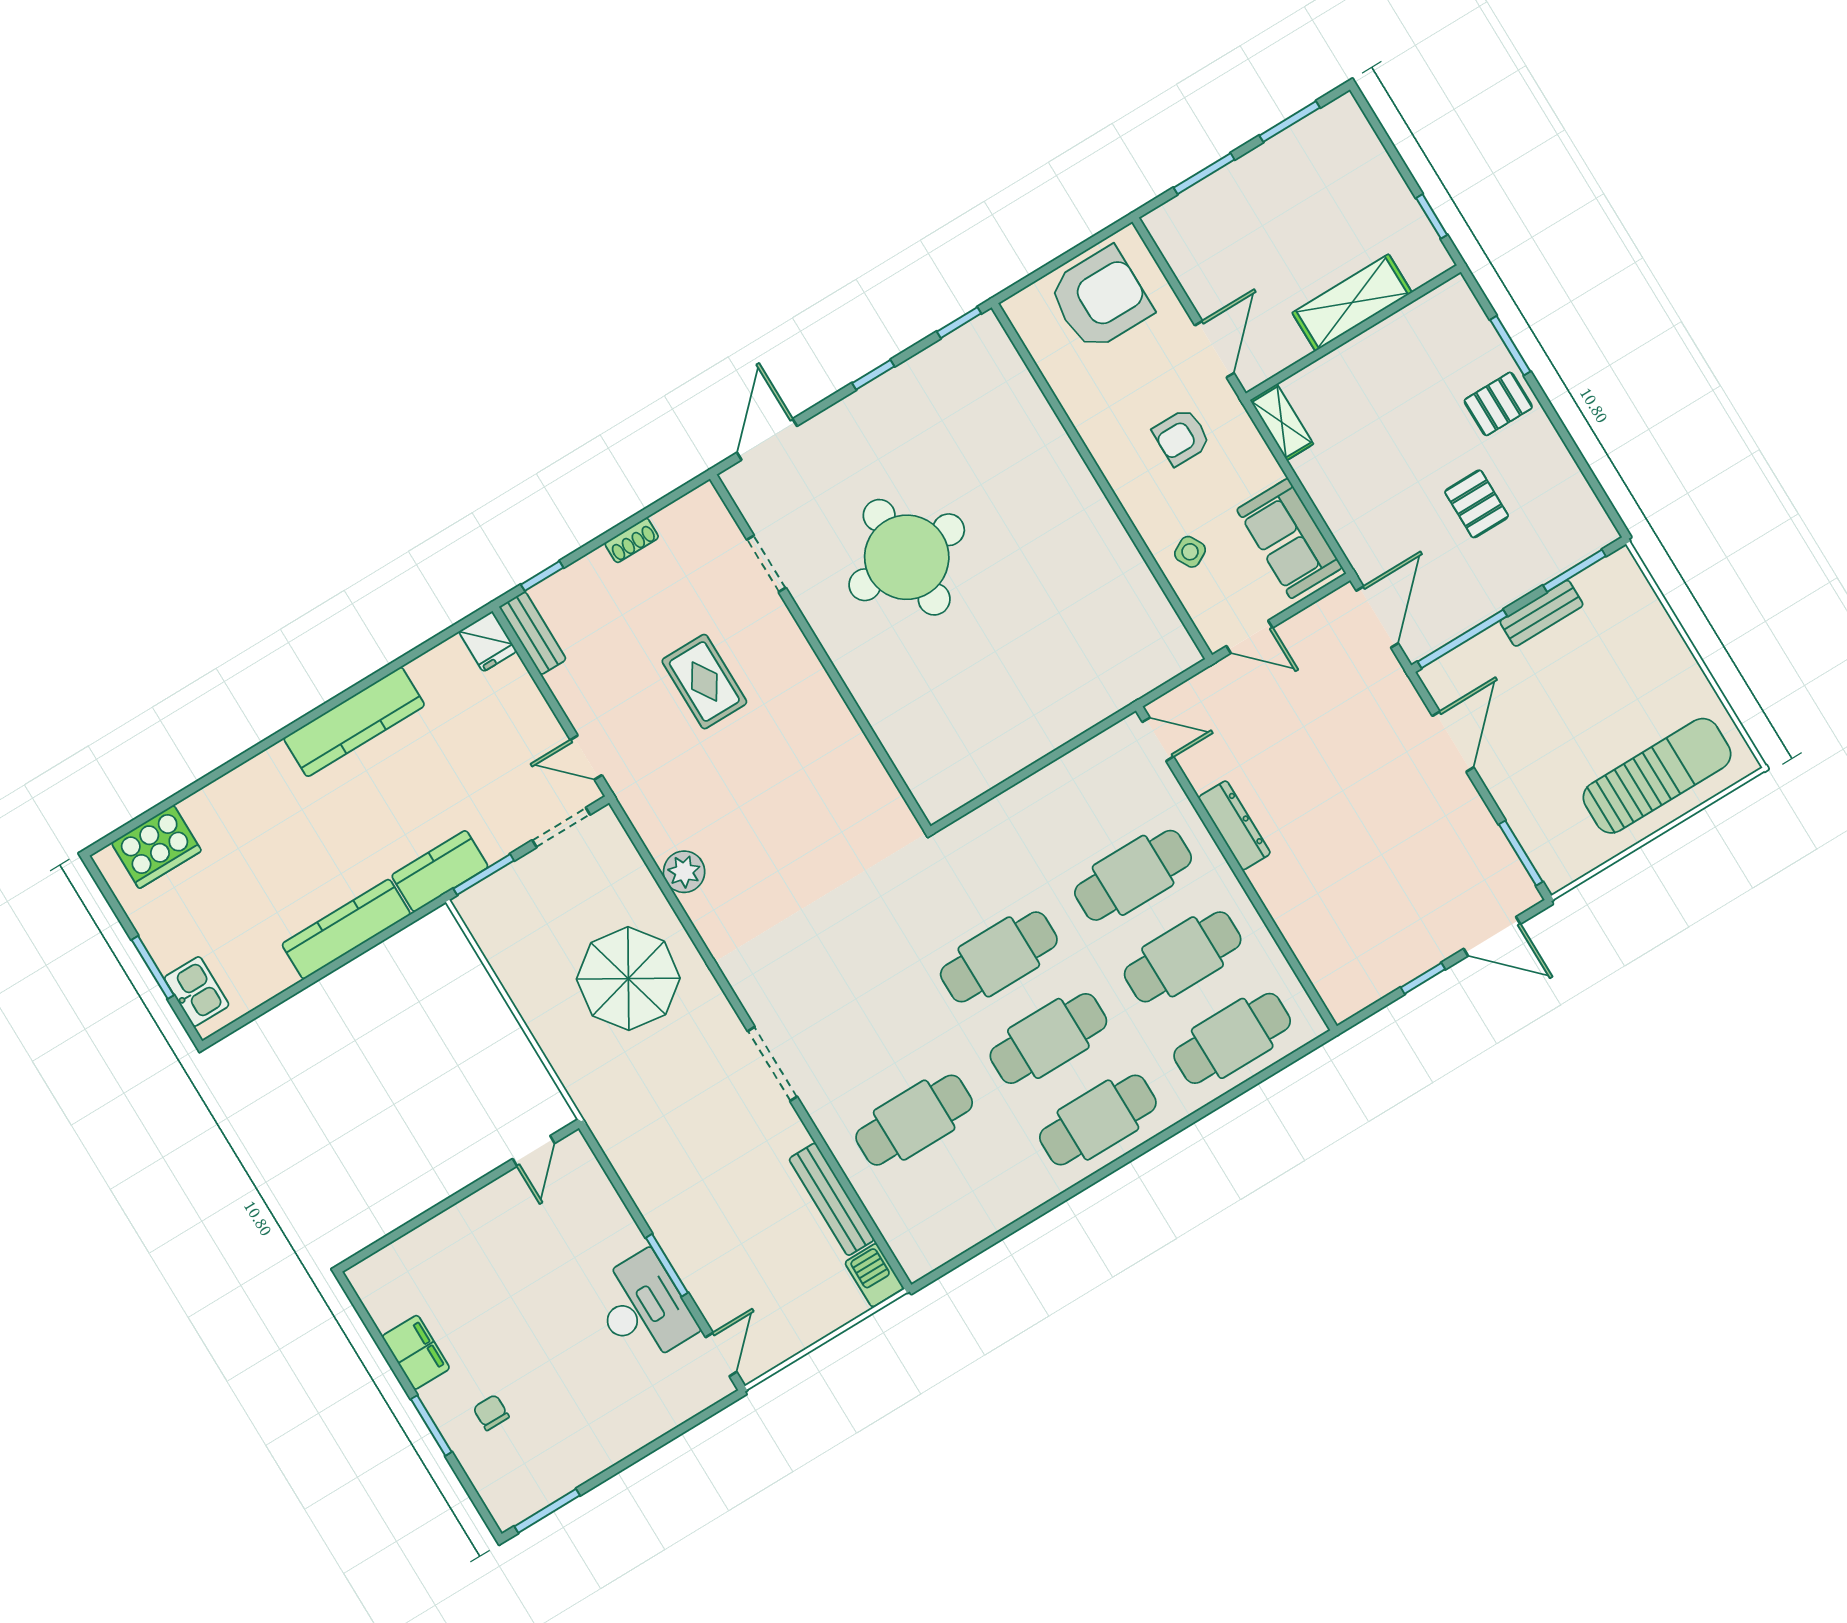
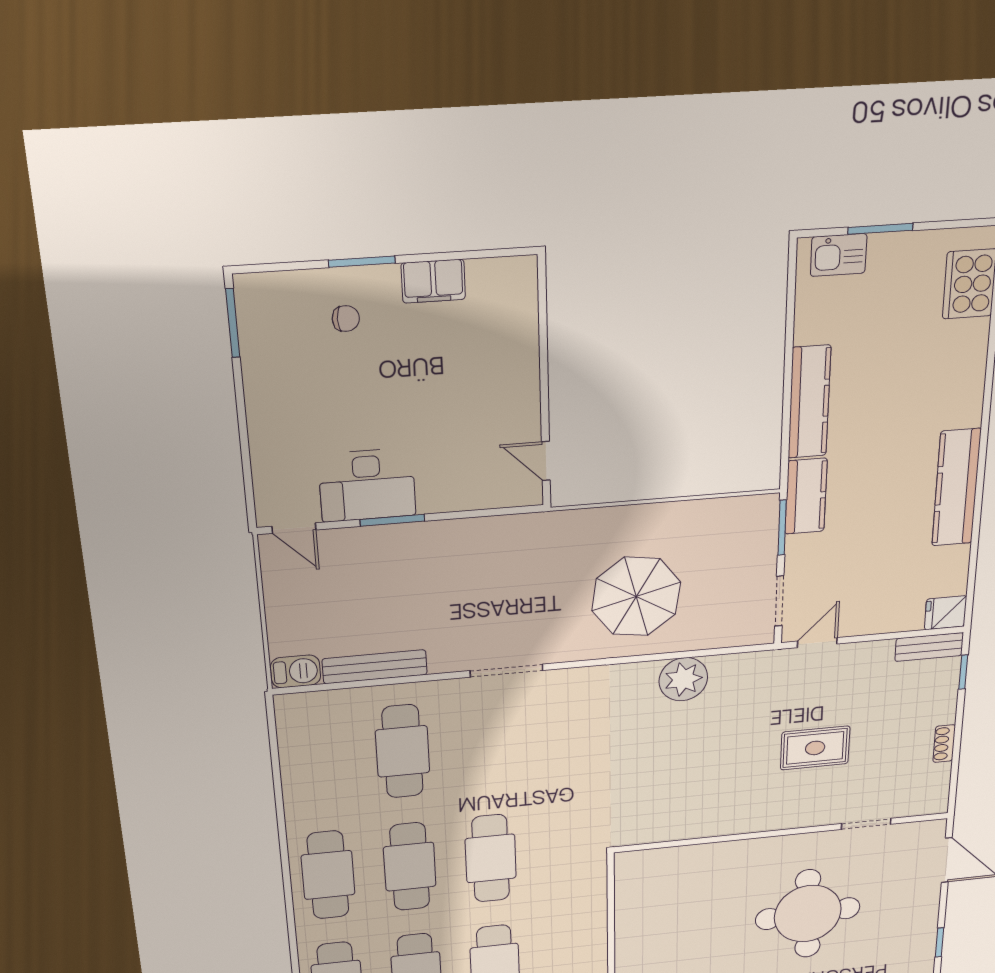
plant: (684, 872) -> (683, 679), width x1.36, depth x1.36

